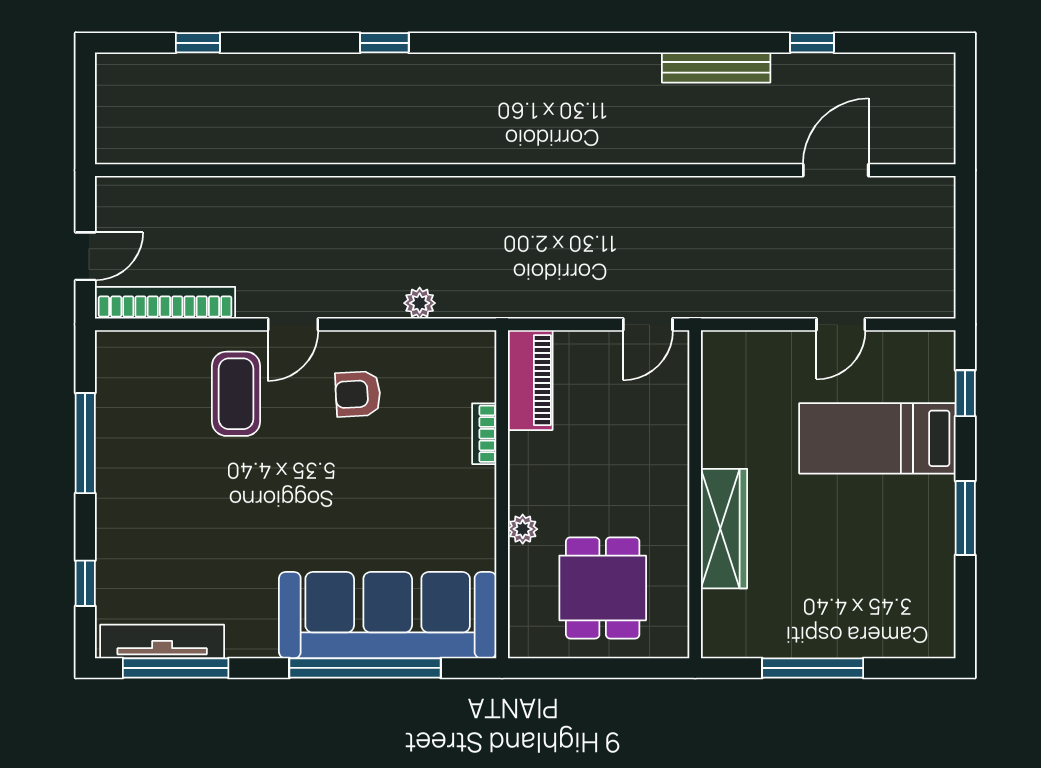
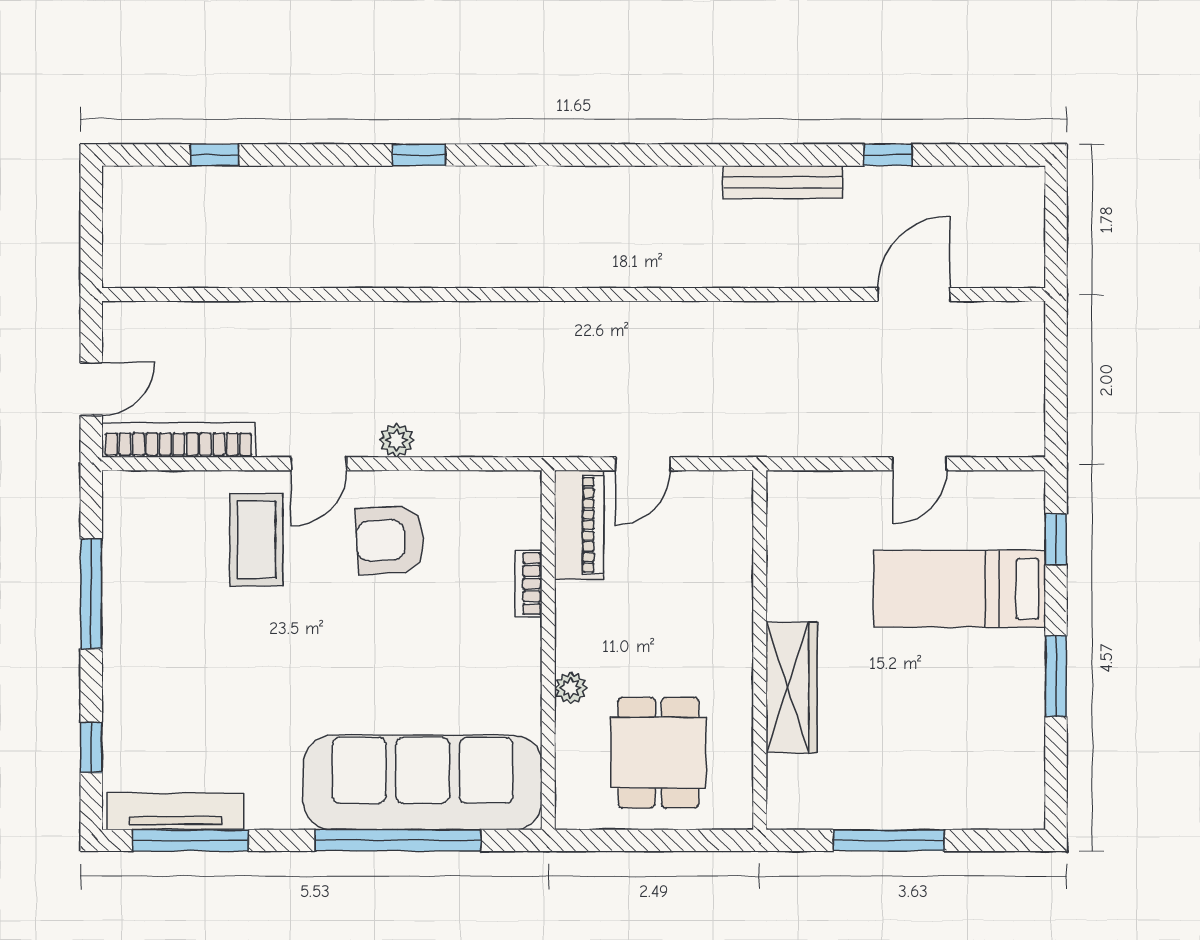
plant: (420, 303) -> (397, 440), moved
door: (648, 324) -> (643, 464), moved
armchair: (358, 394) -> (390, 540), width x1.38, depth x1.38

